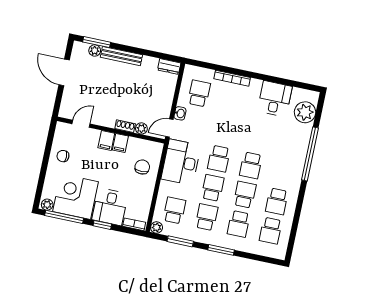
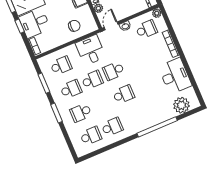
desk: (275, 99) -> (175, 76), width x1.37
door: (169, 128) -> (111, 26), hinge flipped
desk: (181, 162) -> (91, 50), width x0.73
school desk: (251, 165) -> (124, 94), turned 180
school desk: (245, 195) -> (102, 103), removed
school desk: (277, 201) -> (112, 127), turned 180
plant: (157, 227) -> (157, 13), moved
school desk: (271, 231) -> (91, 136), turned 180

